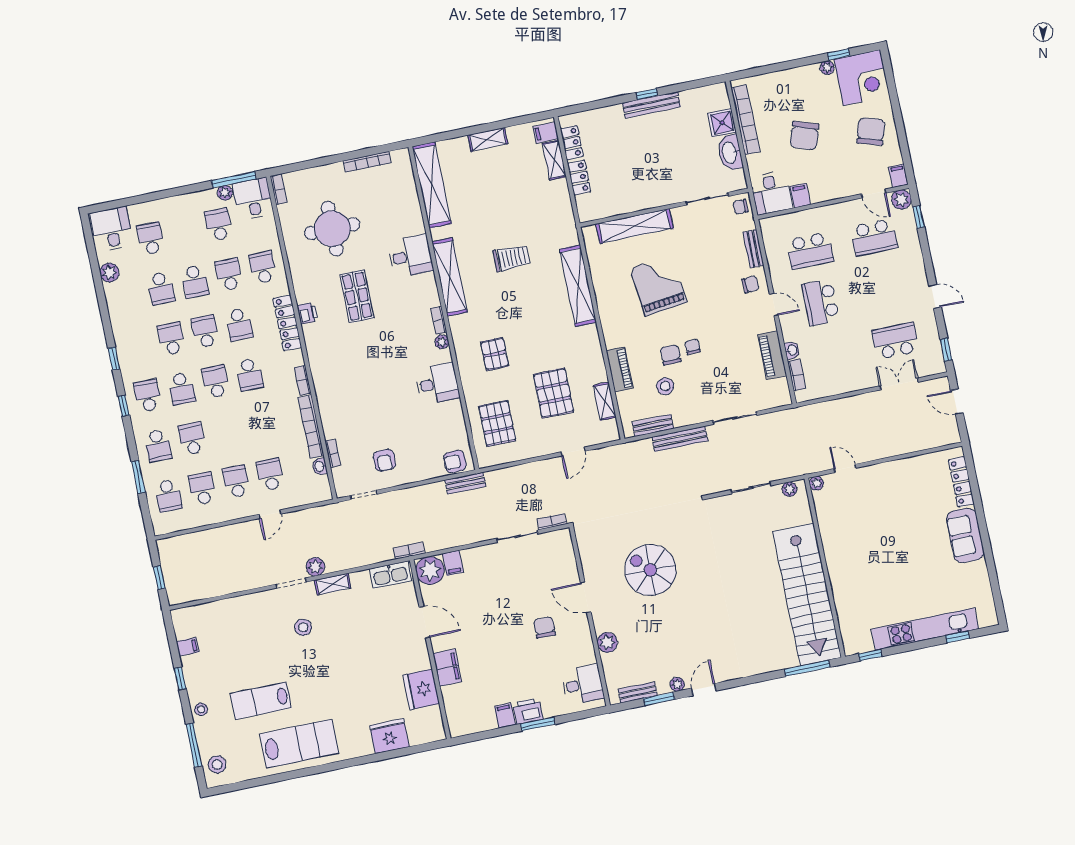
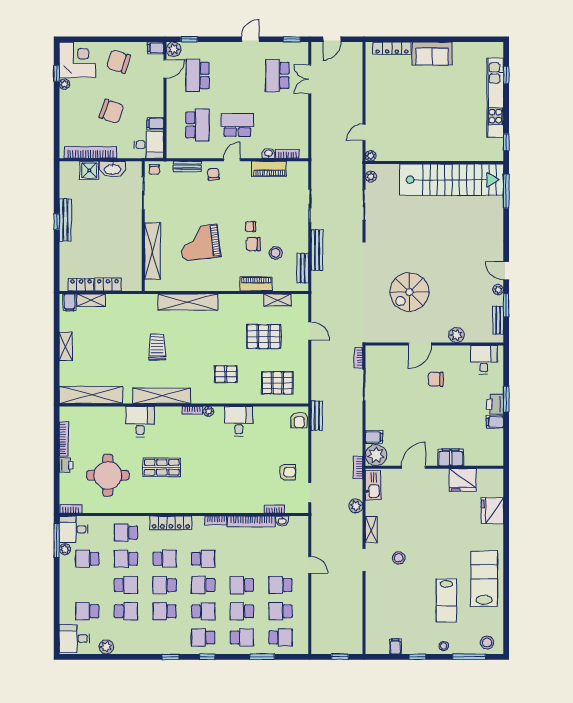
school desk: (874, 237) -> (197, 75), turned 180
school desk: (821, 302) -> (237, 125), turned 180
printer: (307, 313) -> (66, 465), moved, turned 90
school desk: (270, 474) -> (242, 585), moved
plant: (315, 567) -> (356, 506), moved

